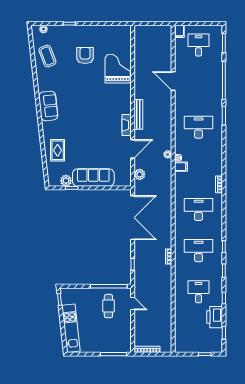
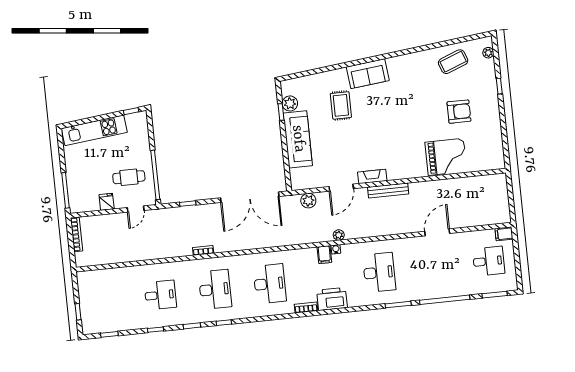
sofa: (48, 106) -> (368, 74), moved
door: (133, 149) -> (341, 188), hinge flipped
rug: (58, 150) -> (341, 105), moved, turned 90
printer: (215, 317) -> (332, 299), moved
fridge: (125, 325) -> (107, 202), added

